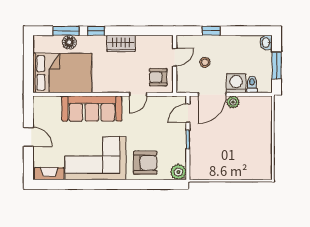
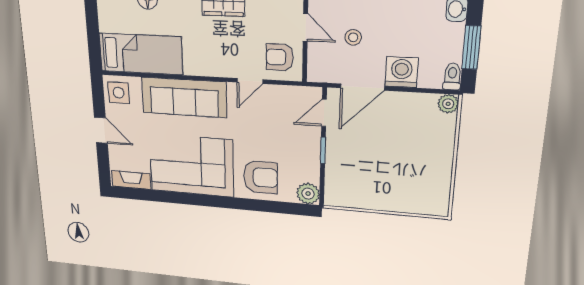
door: (175, 57) -> (305, 27), hinge flipped
bed: (62, 73) -> (141, 54), width x0.67
toilet: (252, 84) -> (452, 76), moved
plant: (233, 102) -> (448, 104), moved
side table: (44, 108) -> (119, 93), added

